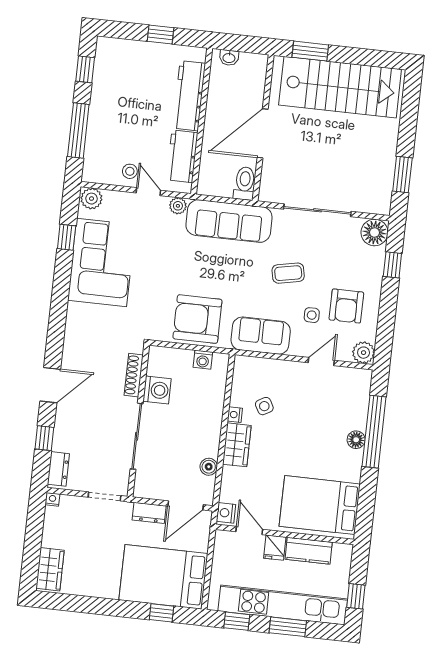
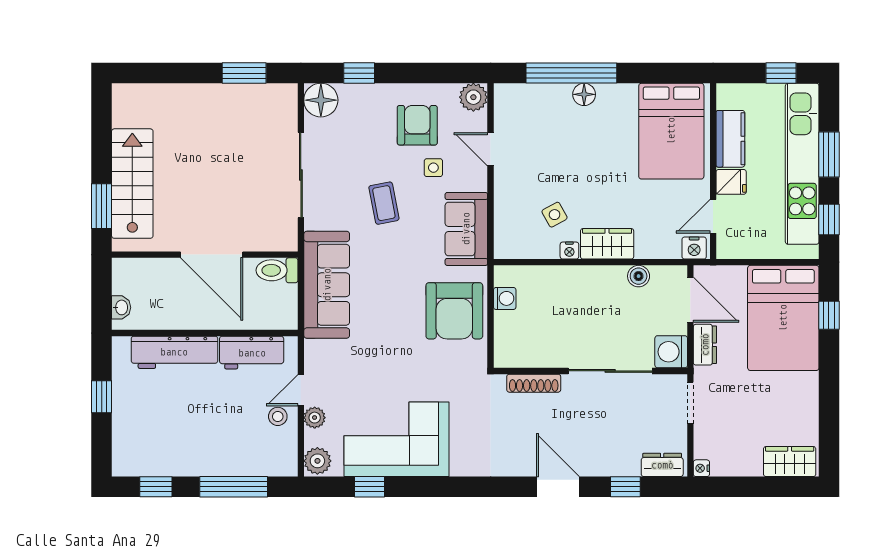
stairs: (340, 87) -> (132, 184), width x0.73, depth x0.66
plant: (178, 206) -> (315, 418), moved
armchair: (346, 306) -> (417, 125), turned -90
washing machine: (157, 390) -> (671, 352), moved, turned -90

